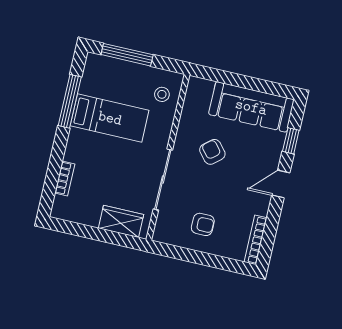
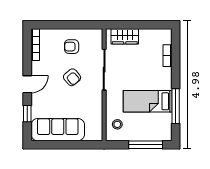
armchair: (212, 152) -> (72, 77), moved

